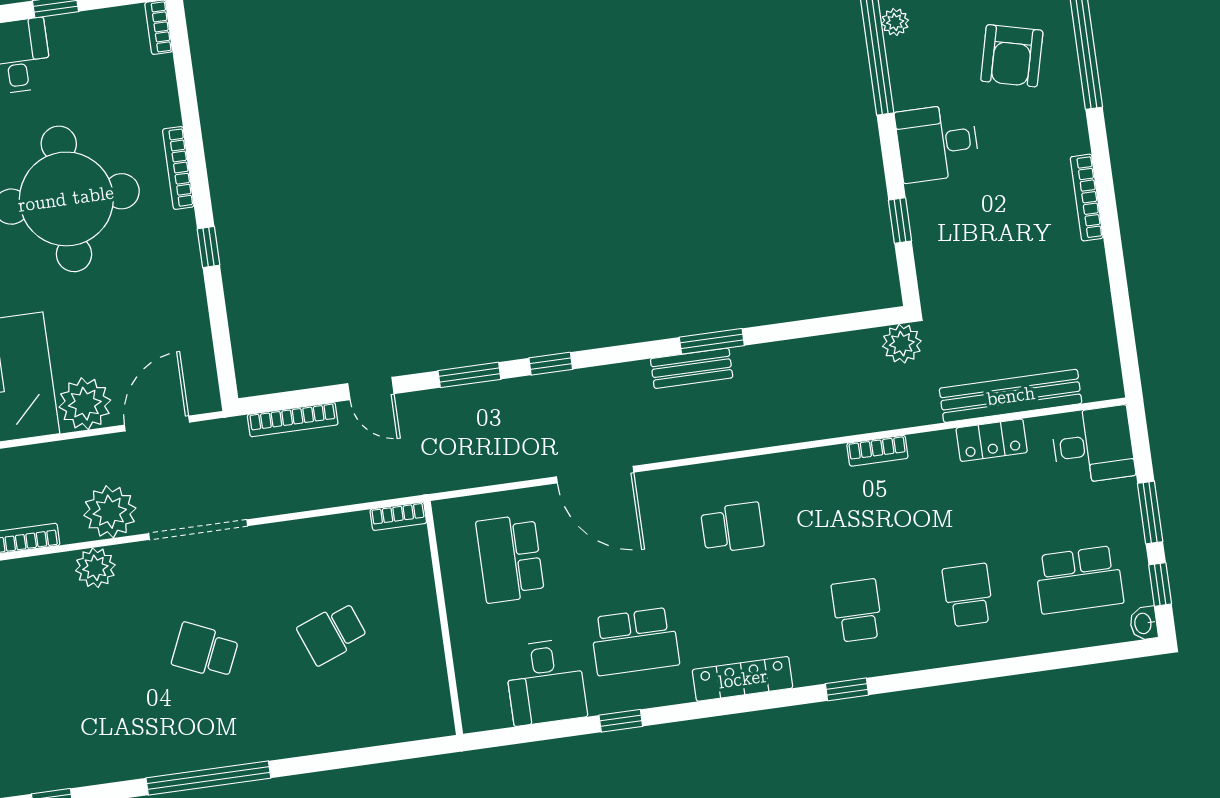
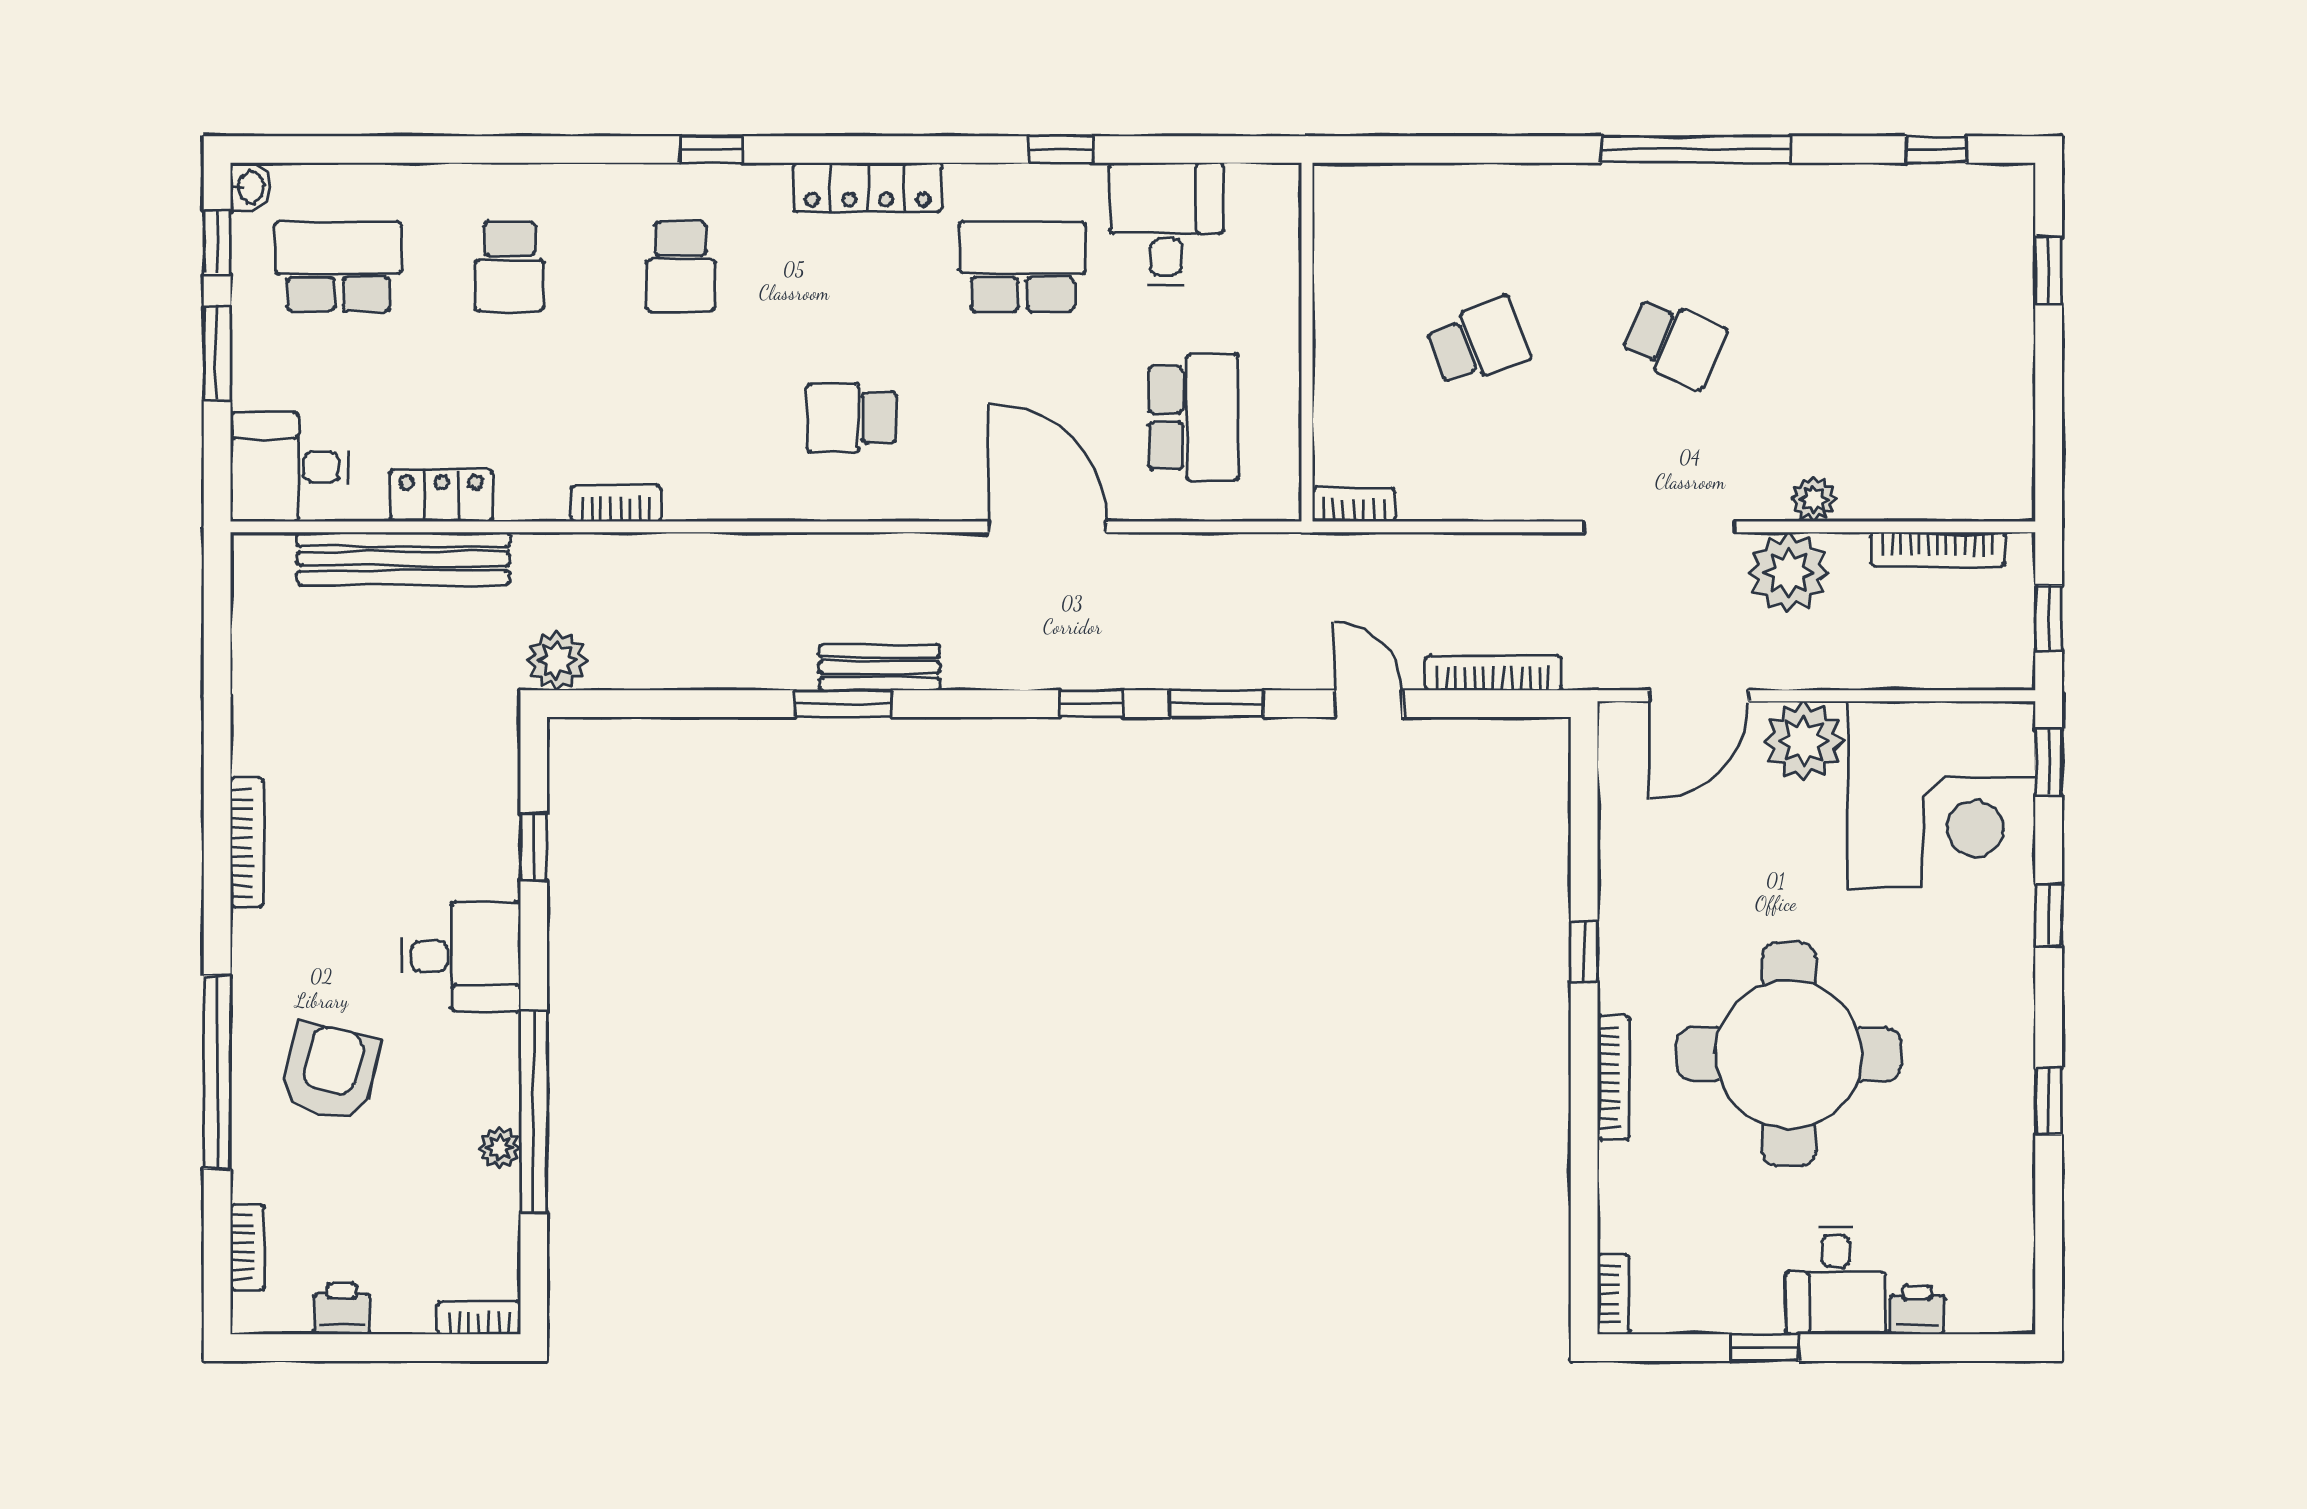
plant: (95, 568) -> (1814, 499), width x0.73, depth x0.73

